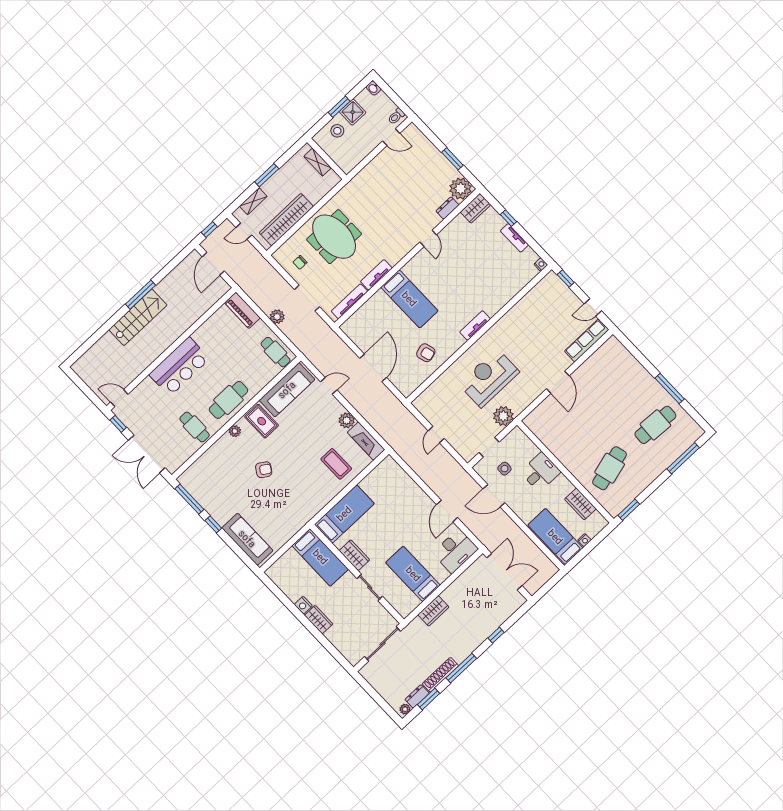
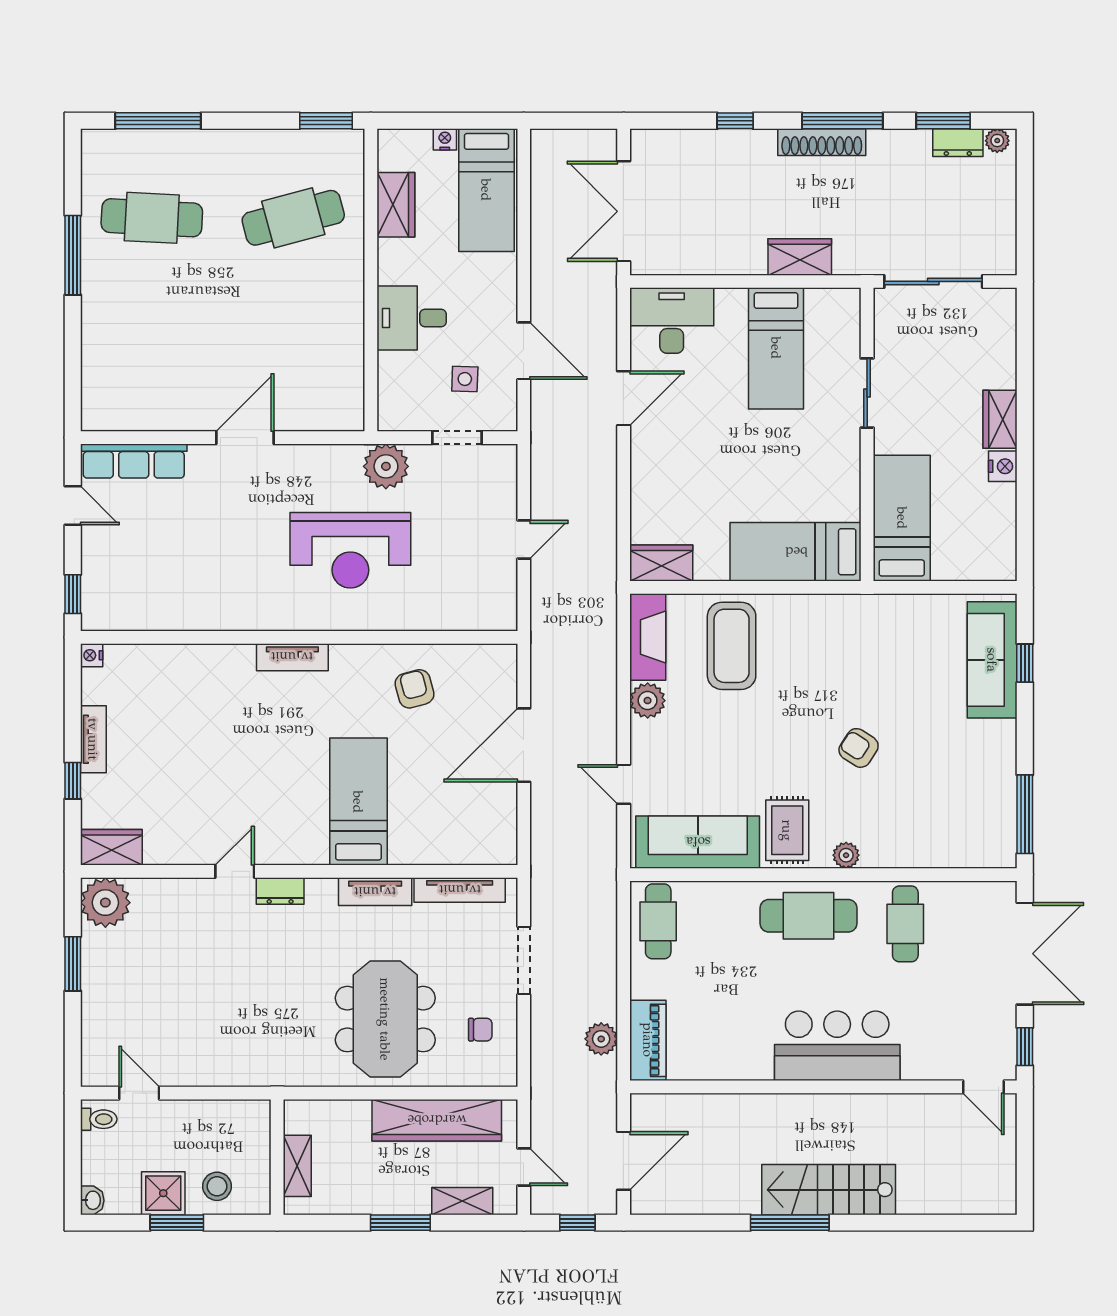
dresser: (447, 208) -> (280, 891), moved
plant: (277, 317) -> (601, 1039), moved
coffee table: (336, 464) -> (732, 646), width x1.36, depth x1.32
window: (213, 524) -> (1025, 663), moved
wardrobe: (354, 555) -> (661, 563), moved, turned 90
shoe rack: (440, 675) -> (822, 142), moved

